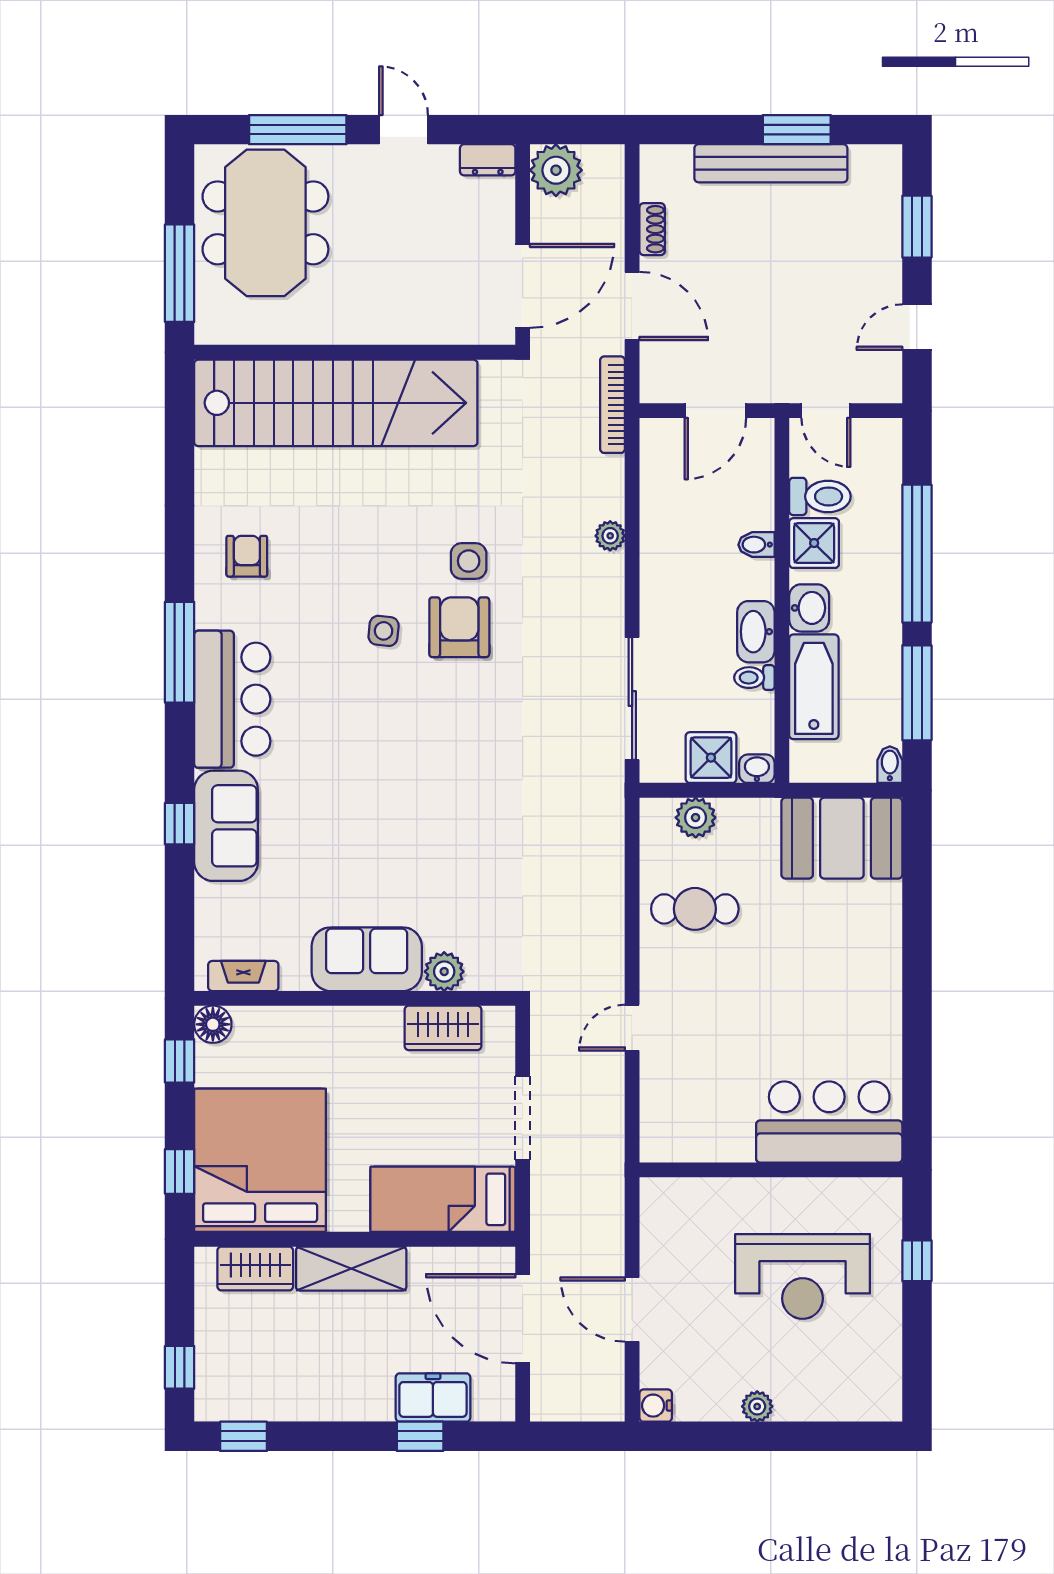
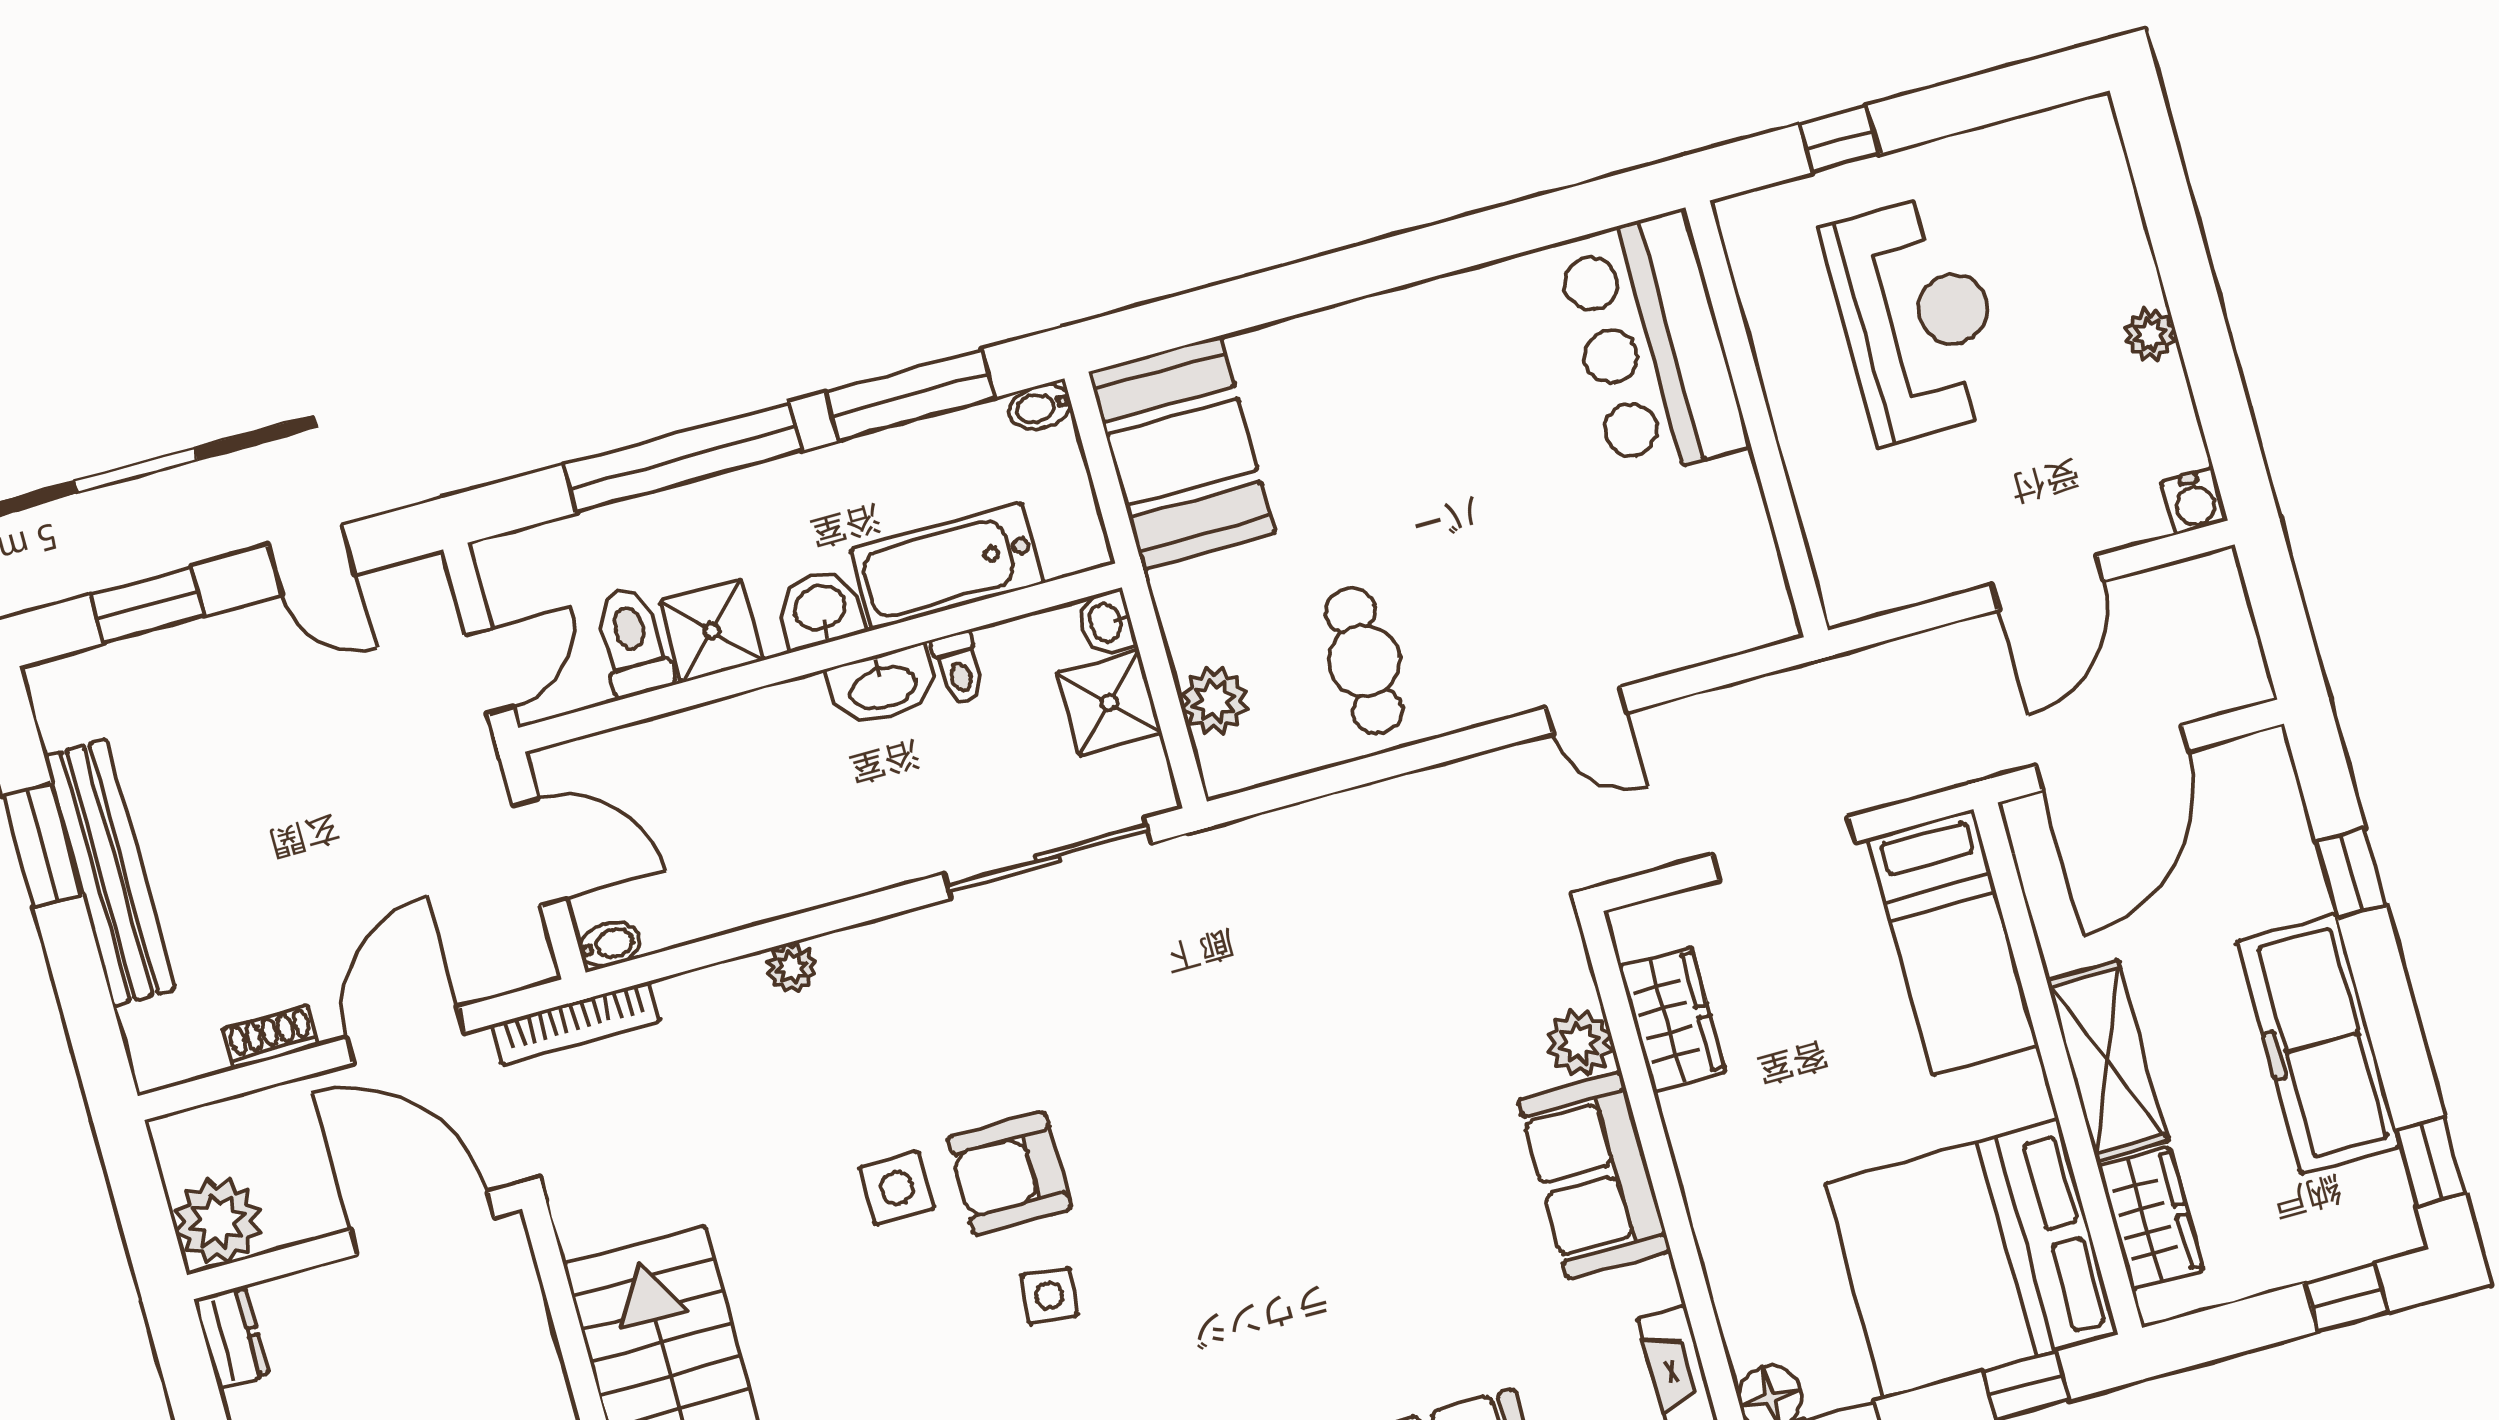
bidet: (756, 545) -> (610, 944), moved, turned -90
freezer: (433, 1398) -> (2318, 1044), moved, width x1.91, depth x1.26

